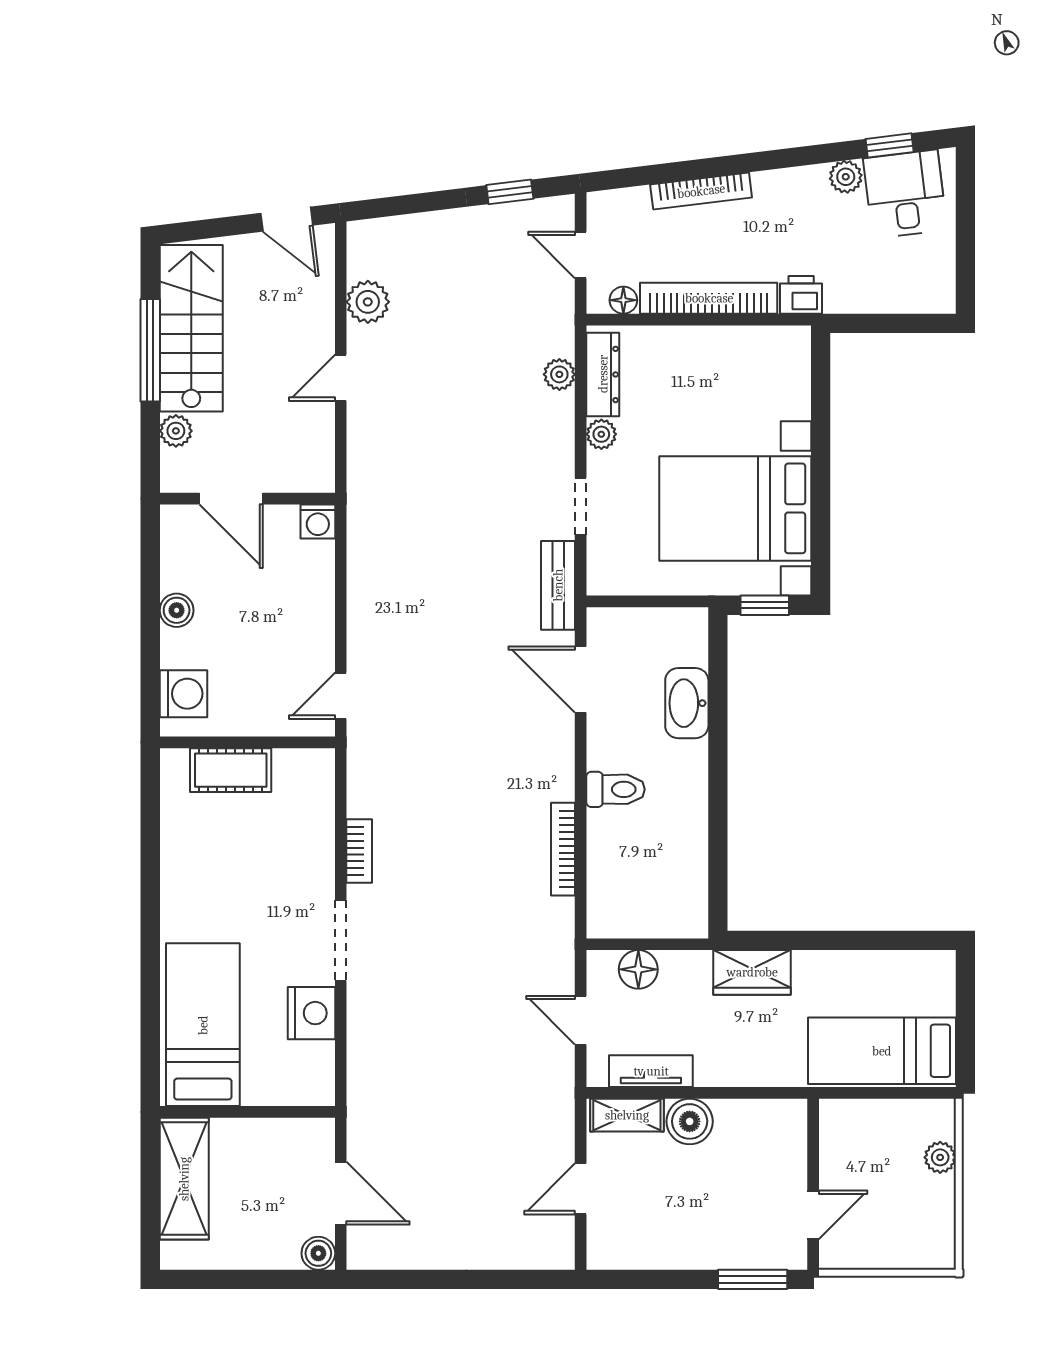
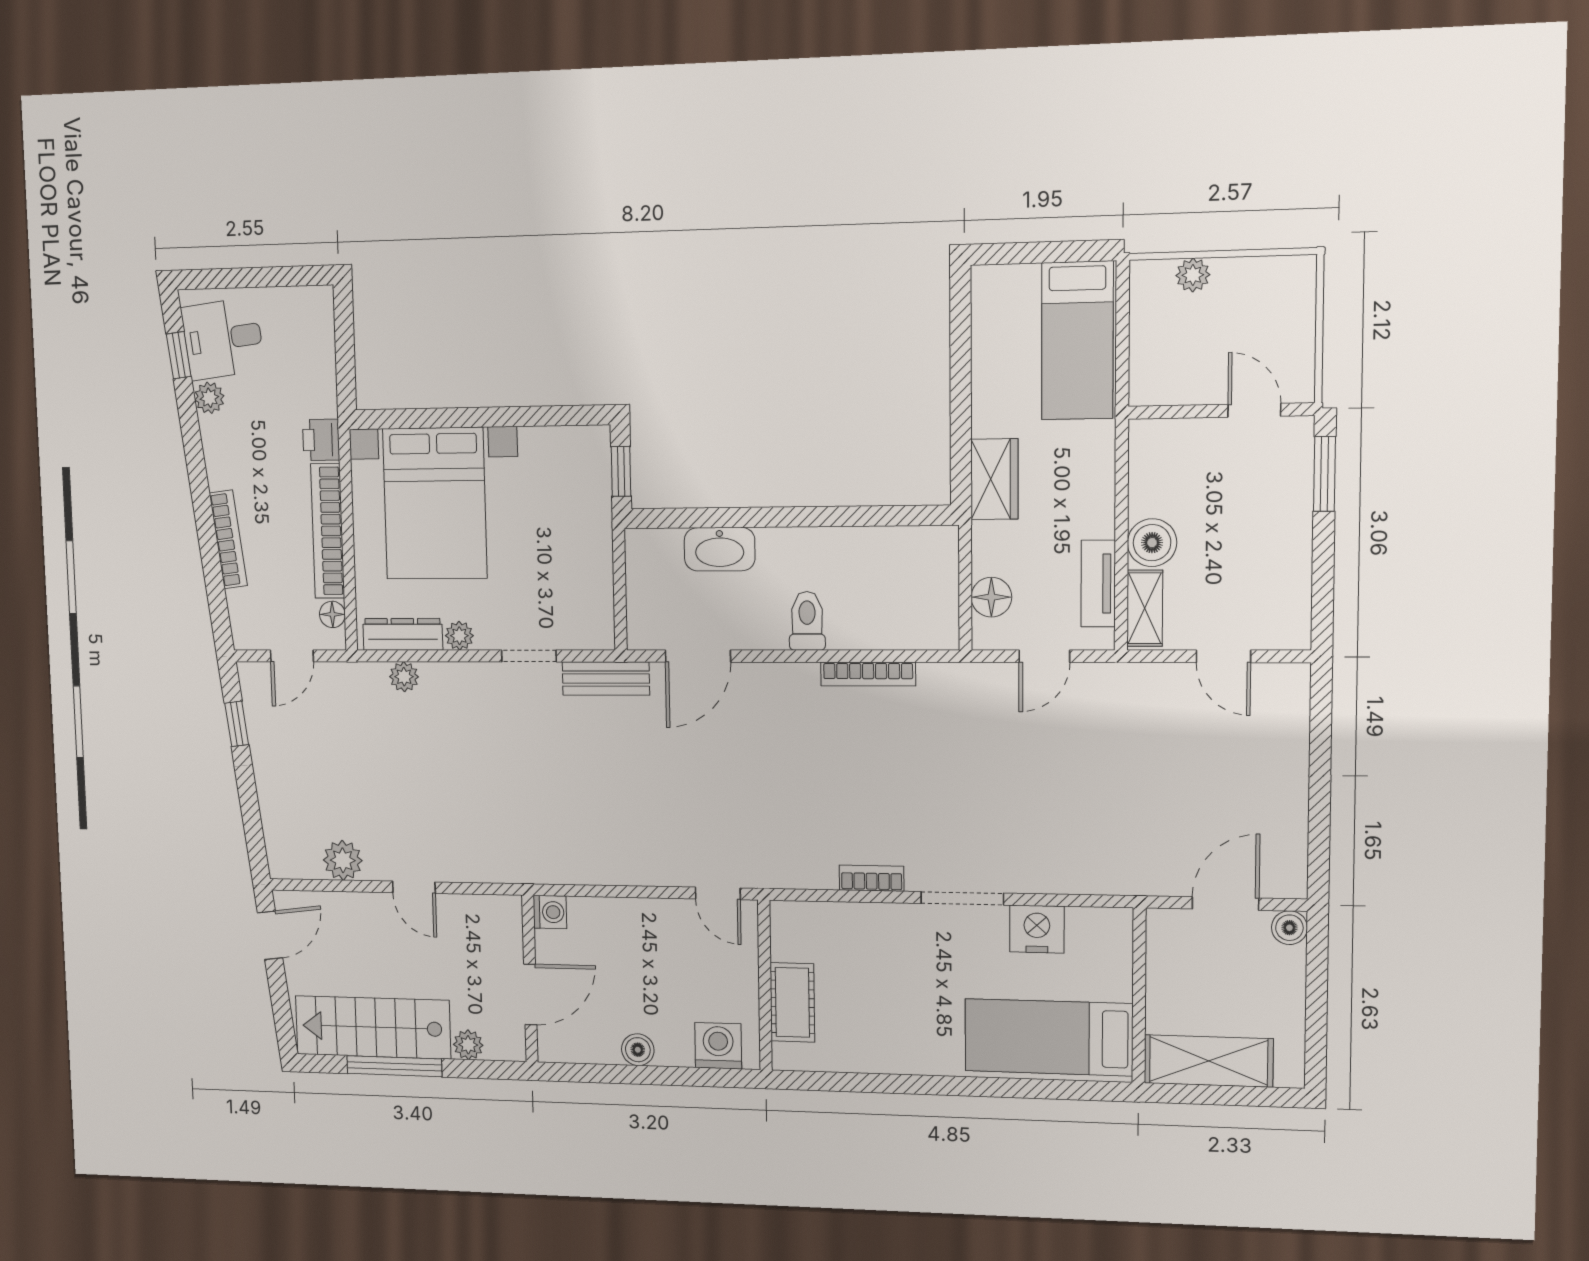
bed with nightstands: (735, 508) -> (435, 503), moved

